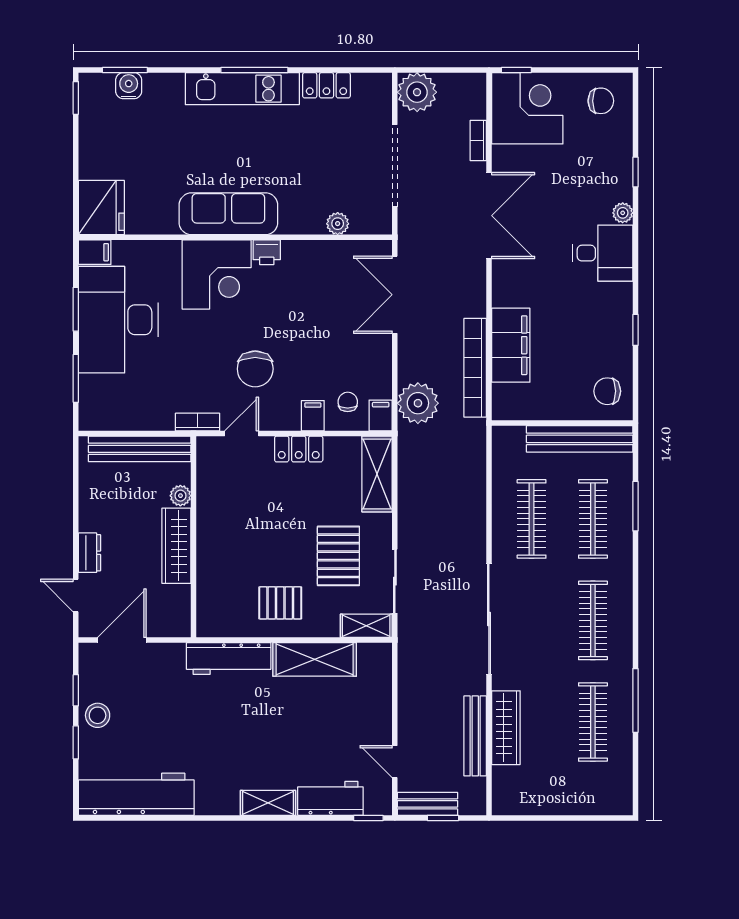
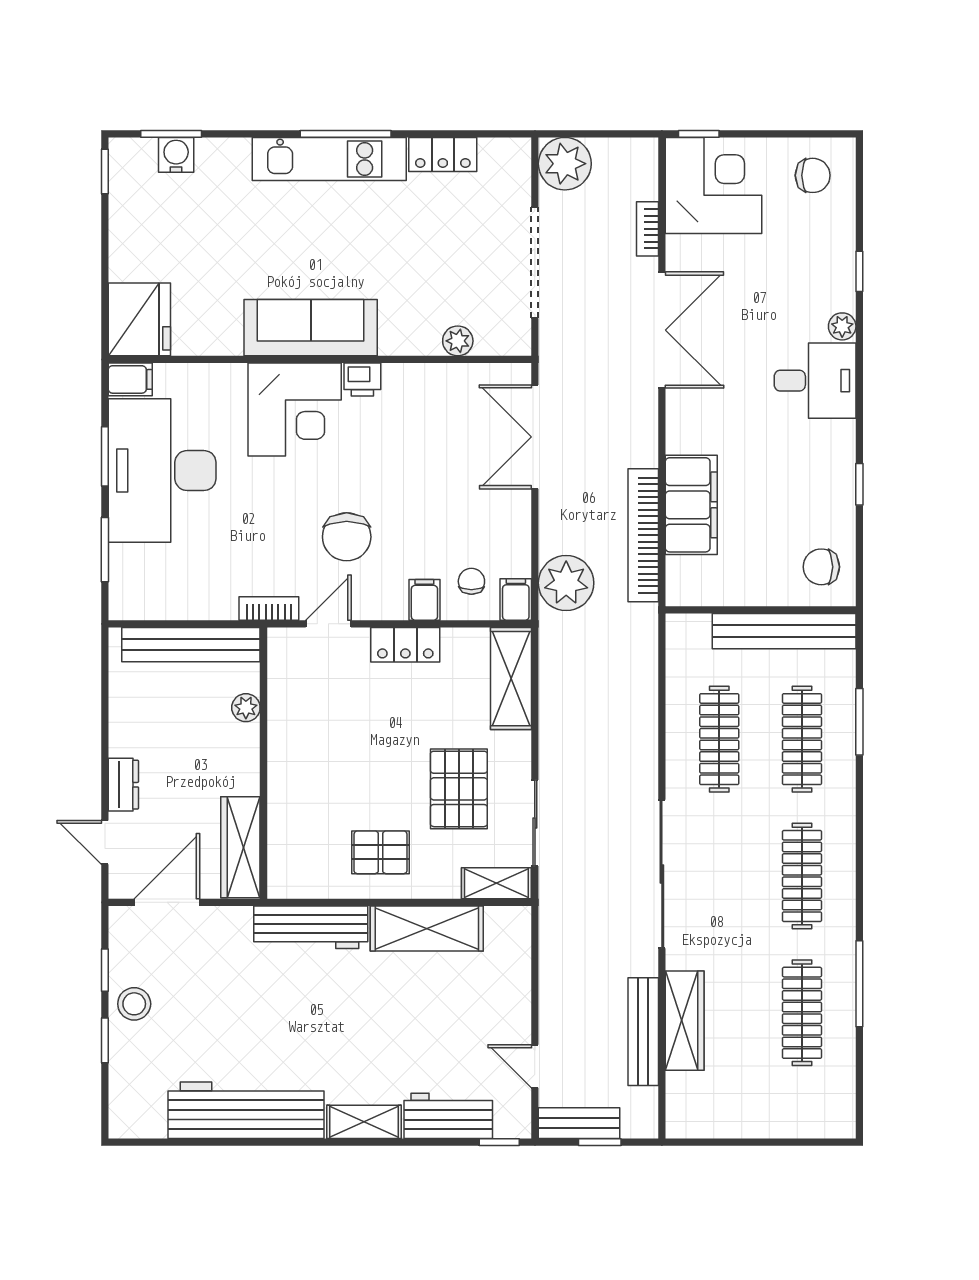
wardrobe: (176, 546) -> (240, 847), moved
workbench: (136, 794) -> (246, 1110), moved

